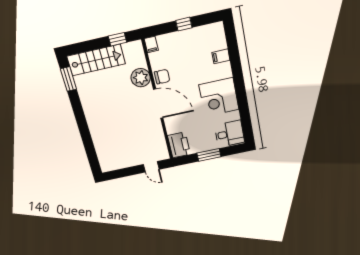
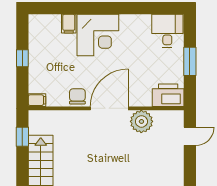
plant: (141, 78) -> (141, 121), moved
corner desk: (219, 97) -> (98, 35), moved

